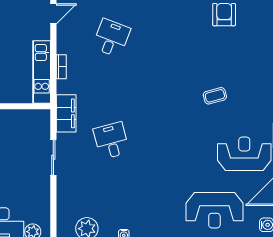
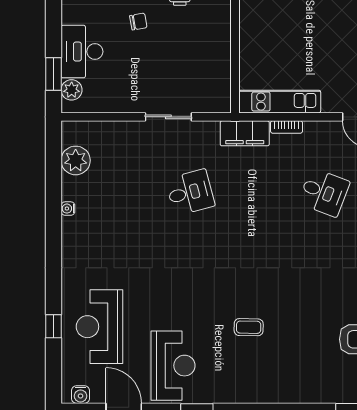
coffee table: (215, 96) -> (249, 327), turned -74
filing cabinet: (66, 113) -> (245, 133), moved

